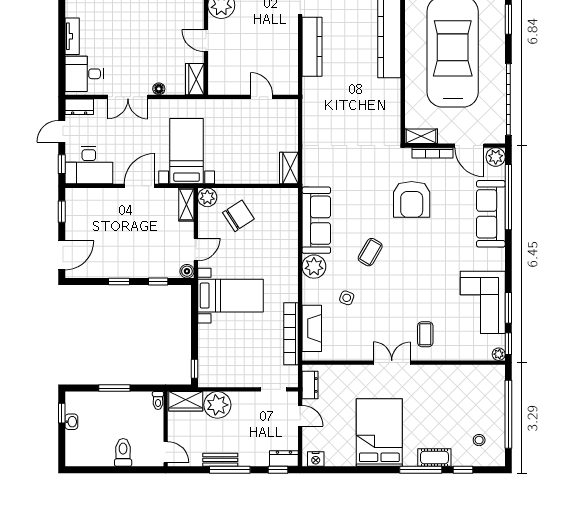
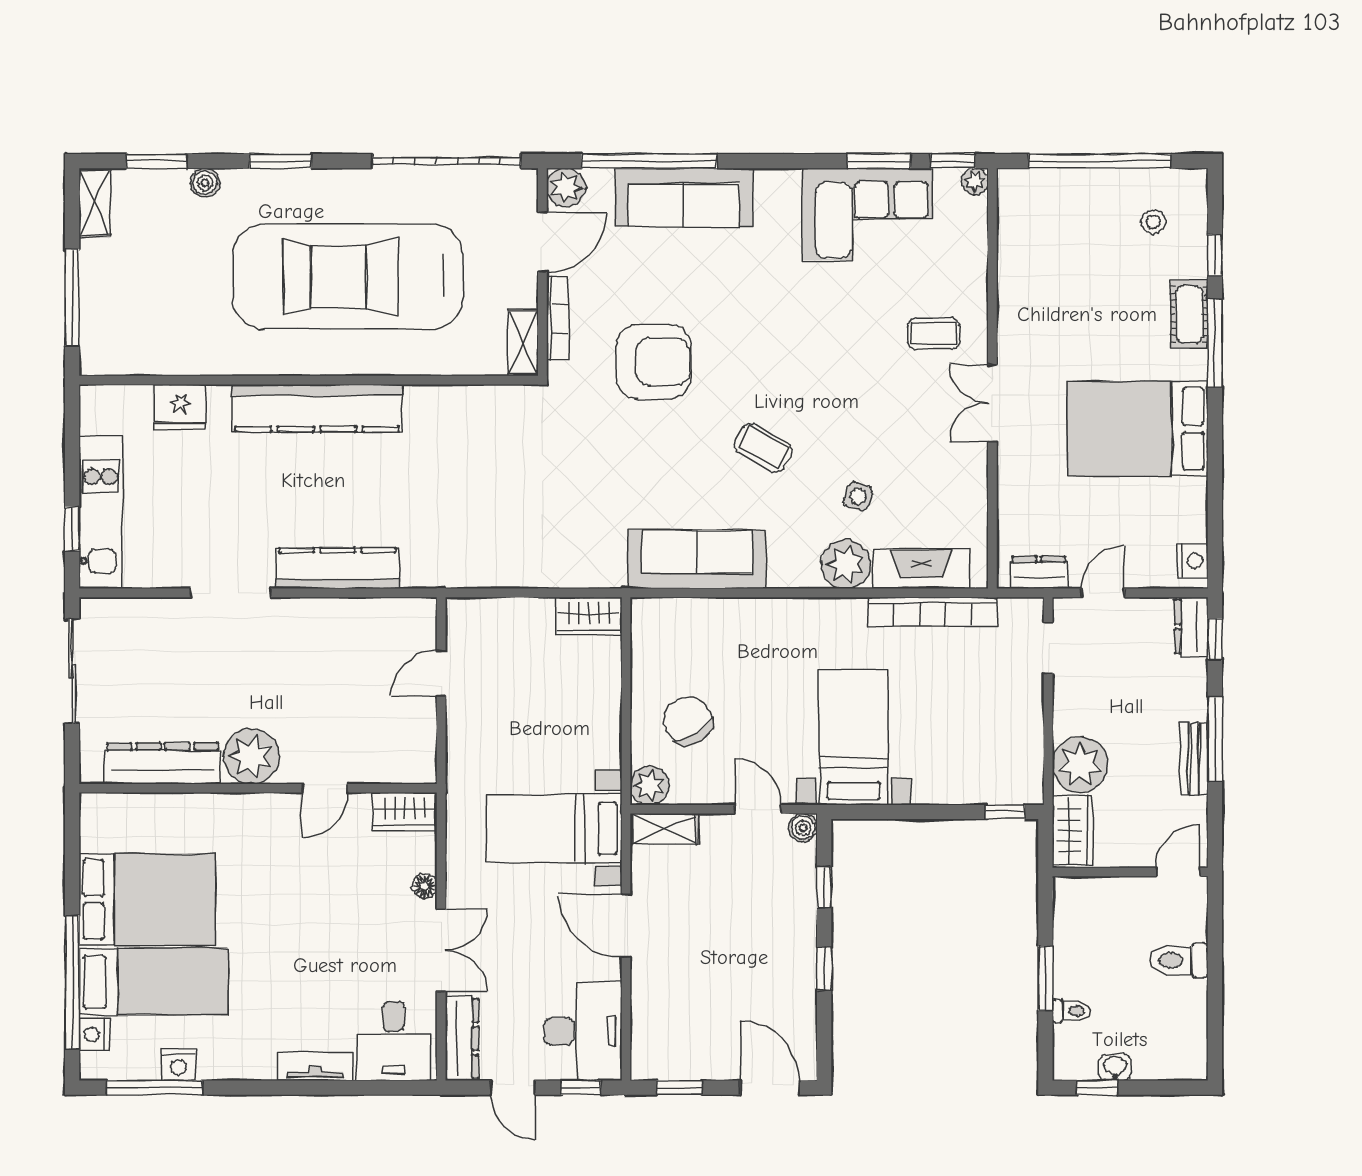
dresser: (79, 107) -> (462, 1038), width x1.44
plant: (314, 267) -> (846, 564), moved
toilet: (158, 400) -> (1071, 1011), moved

